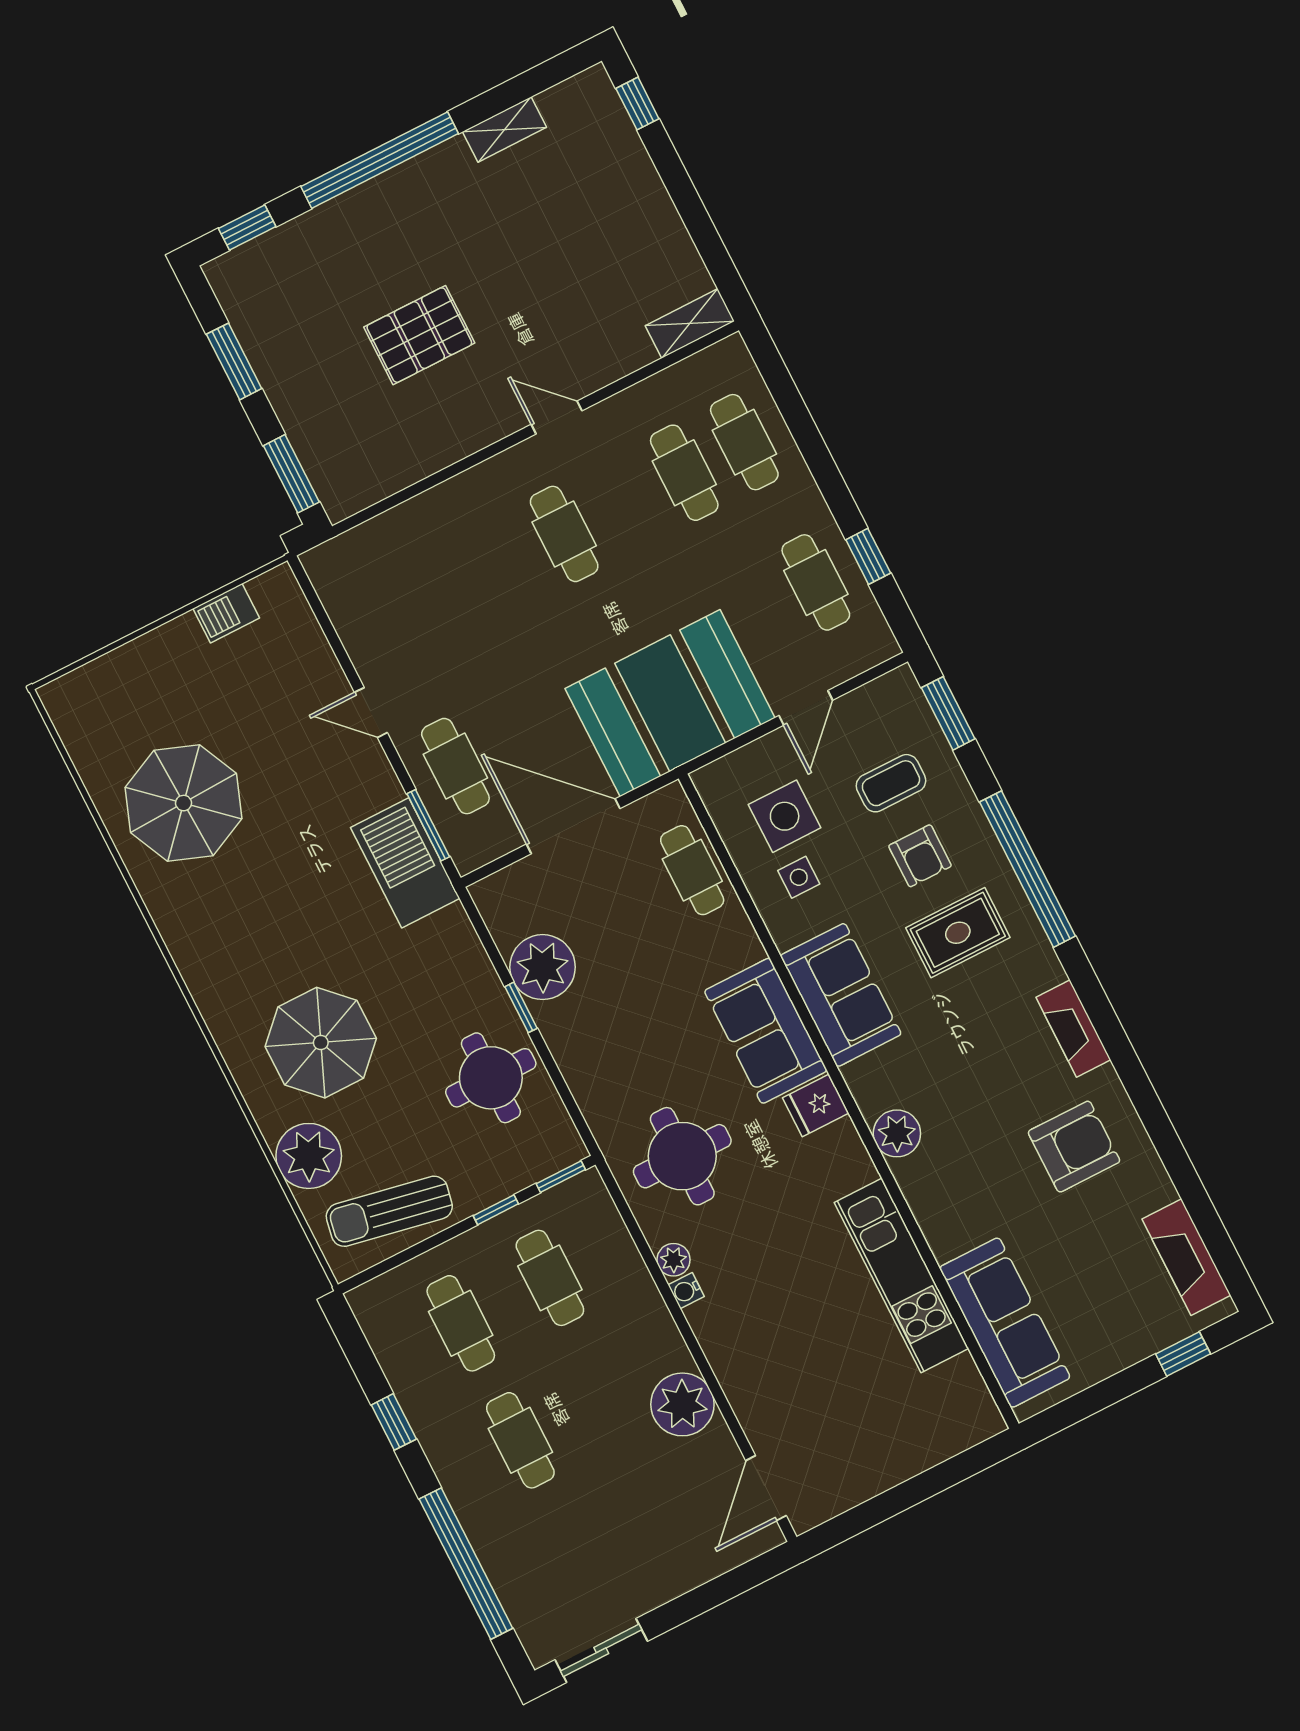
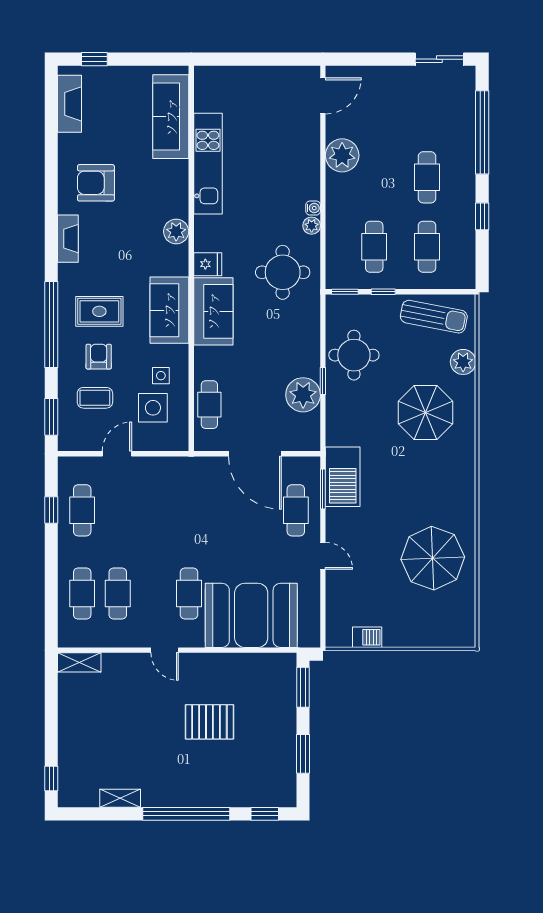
booth: (670, 703) -> (251, 615), moved
plant: (309, 1156) -> (463, 362), width x0.73, depth x0.73

